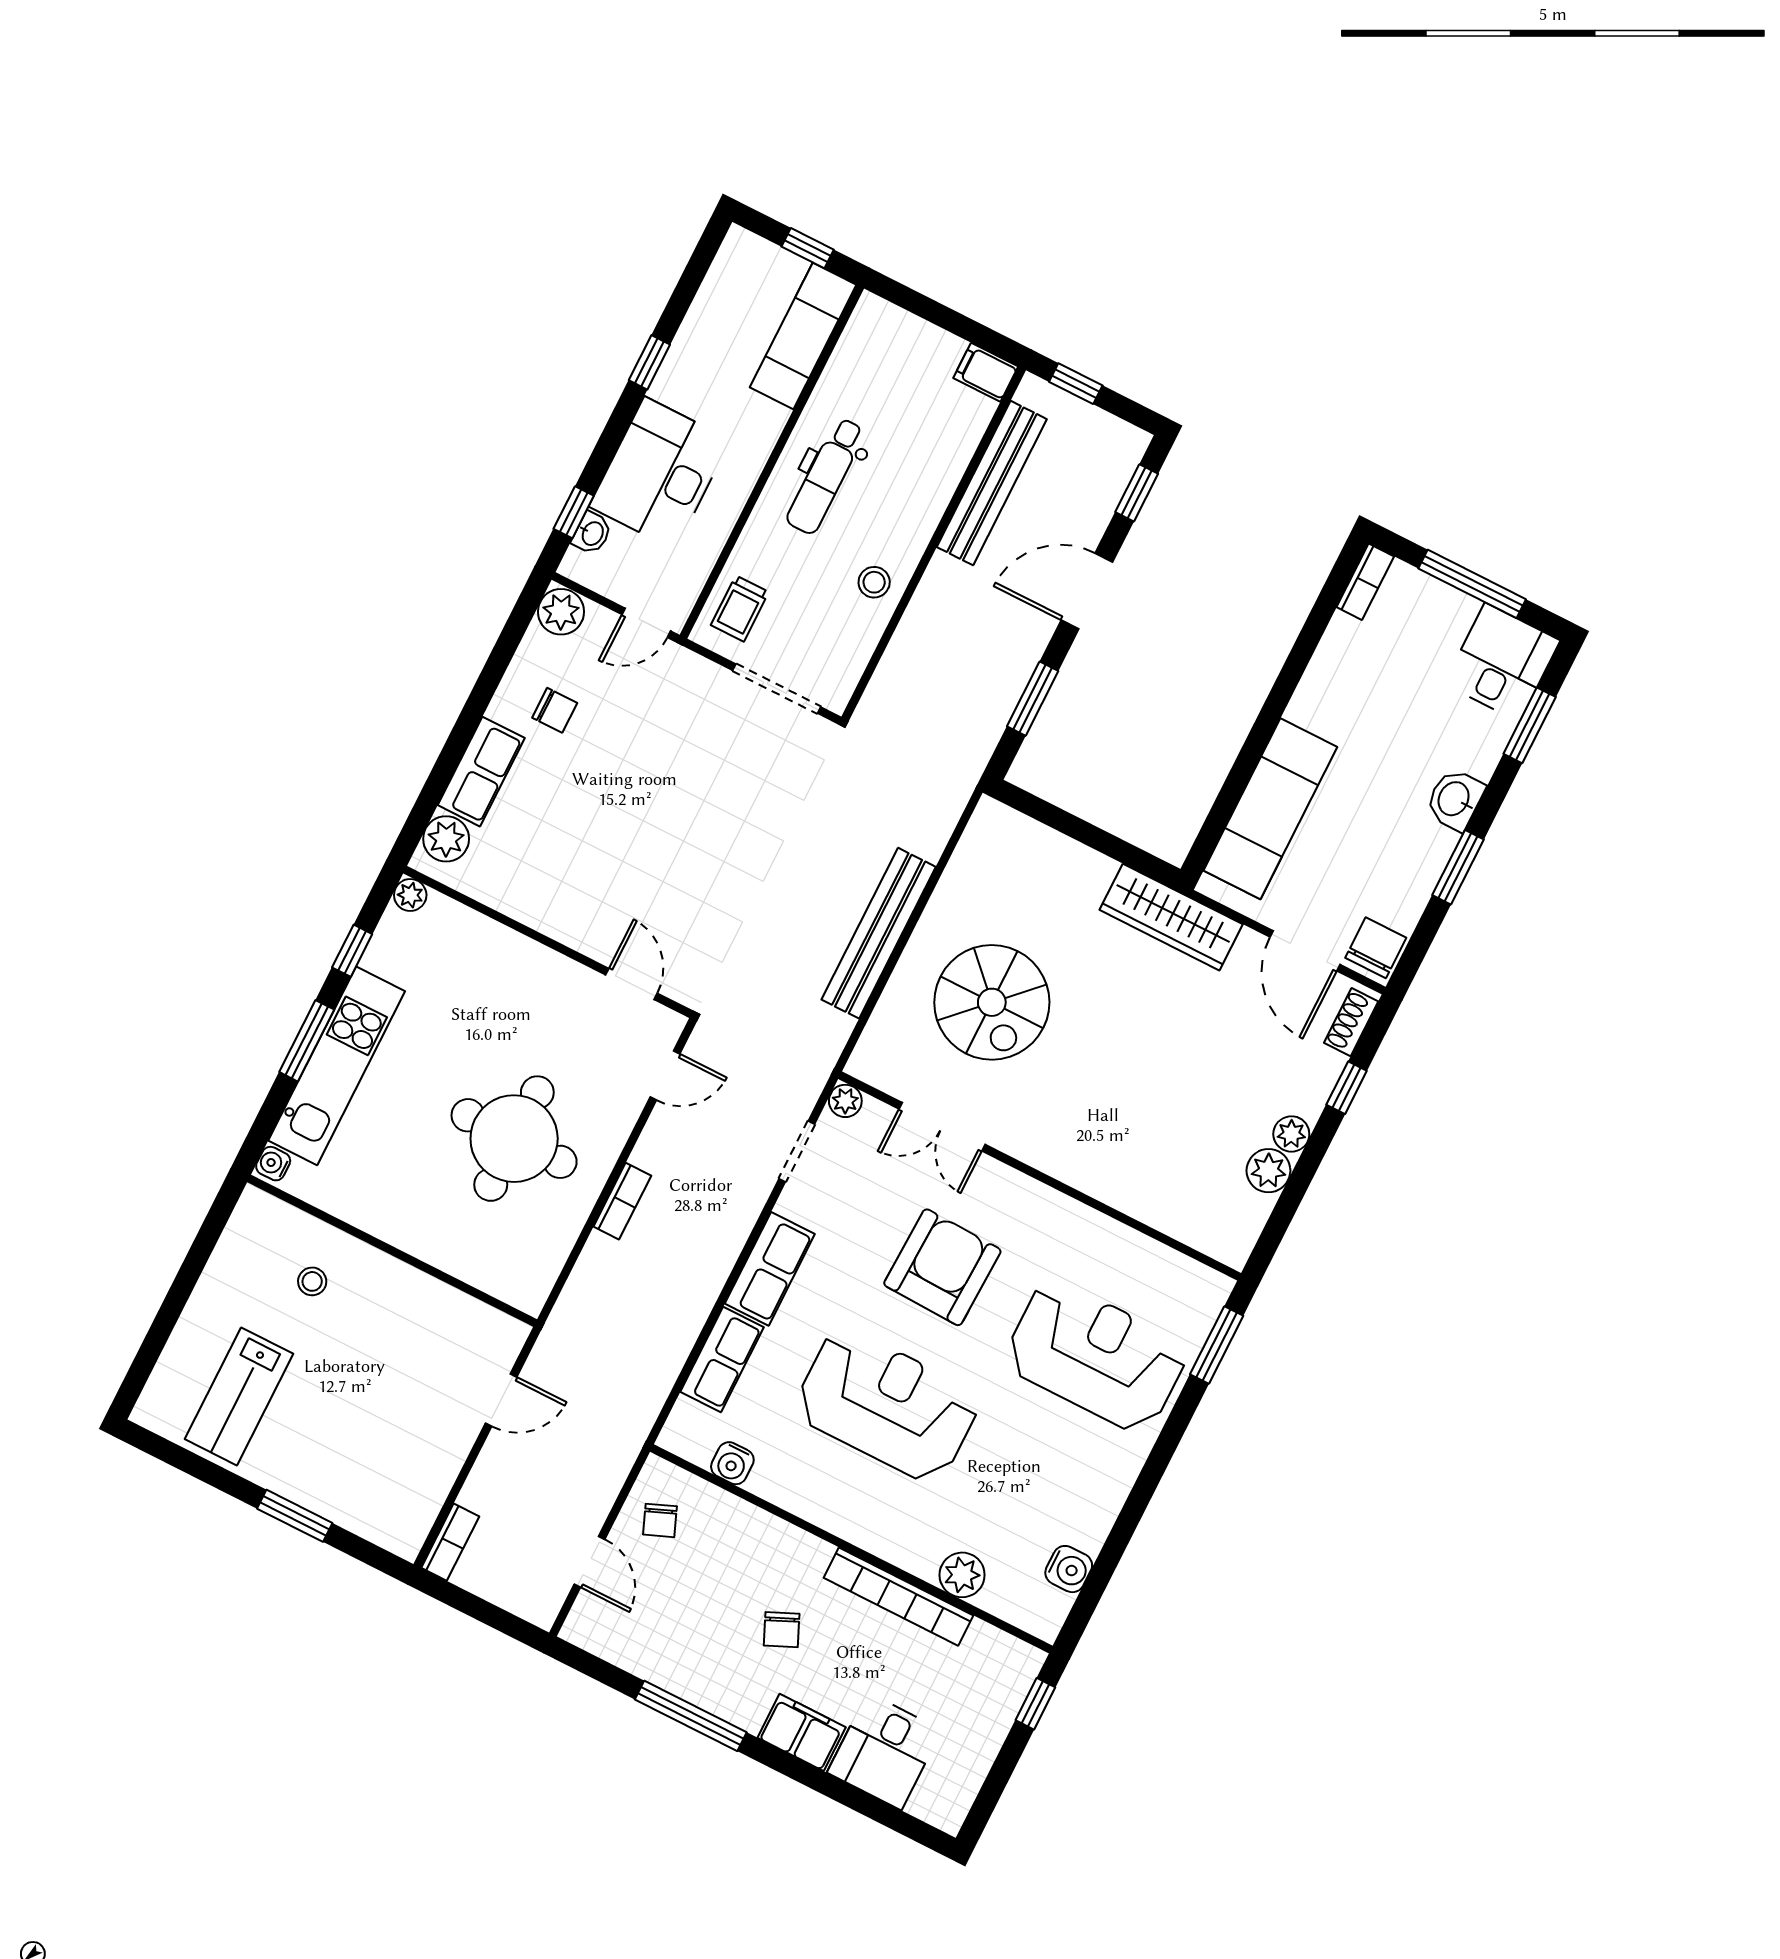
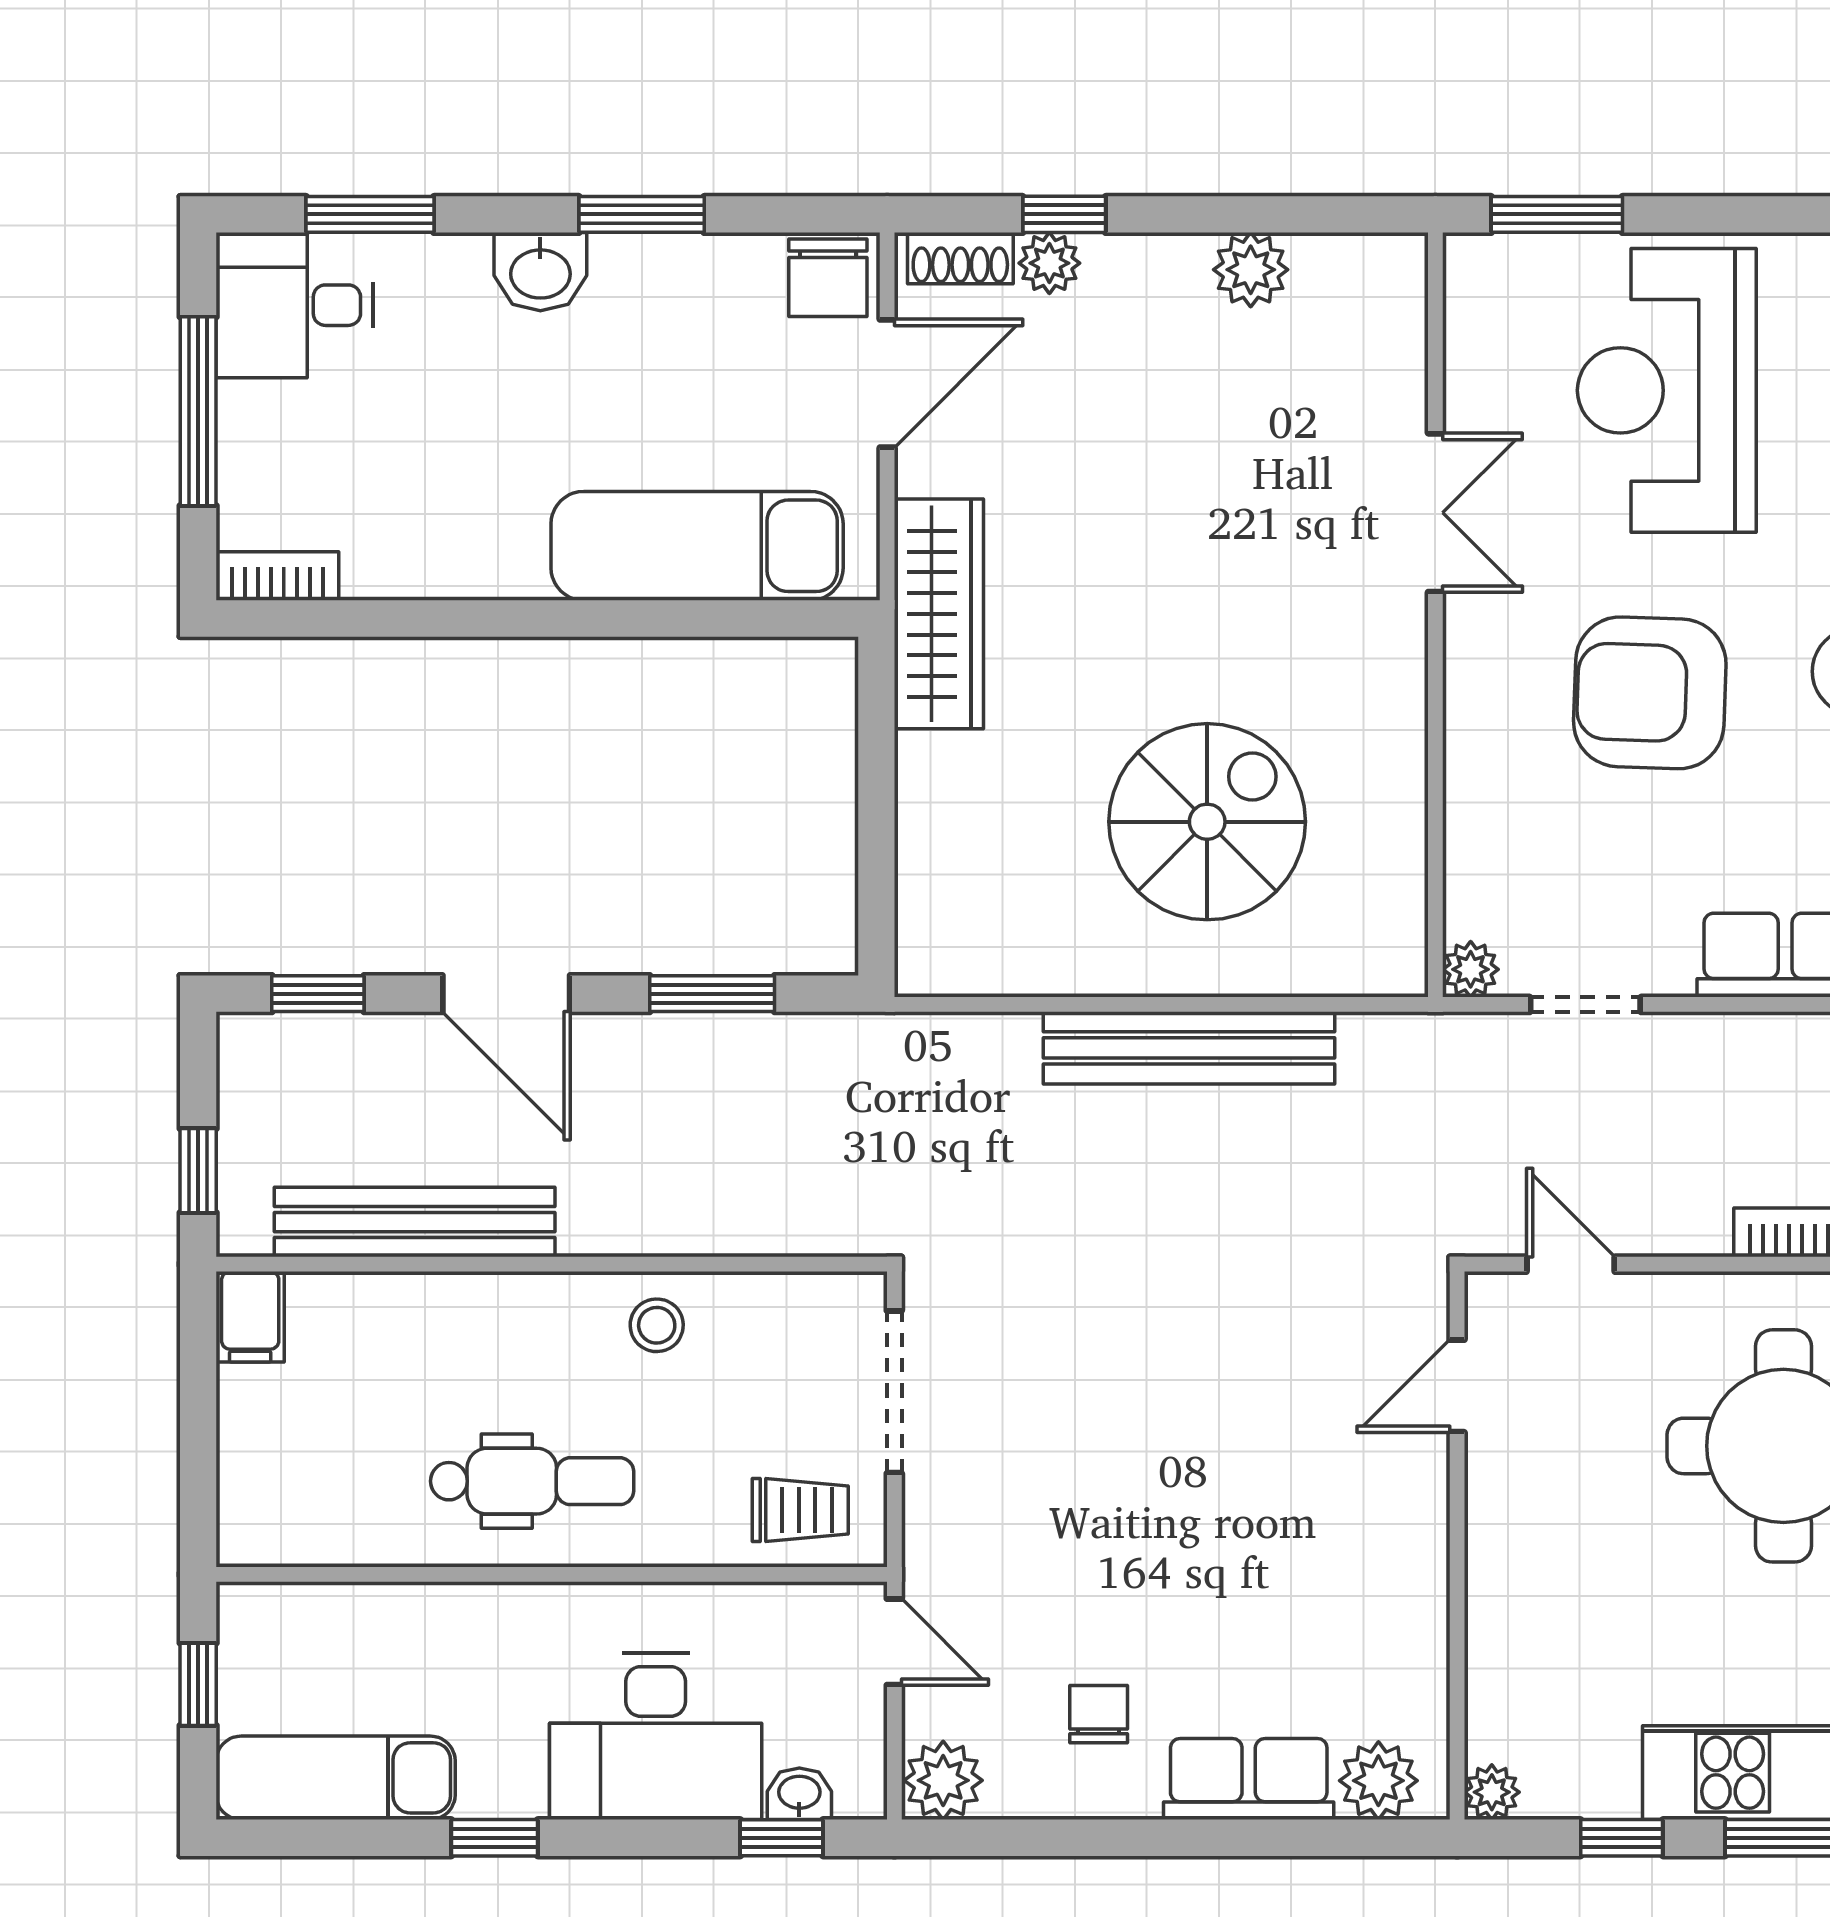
exam couch: (803, 336) -> (336, 1778), moved, turned 180
chair: (1376, 948) -> (828, 278), turned -90
double door: (942, 1127) -> (1435, 513), moved
plant: (1291, 1134) -> (1049, 263), moved

